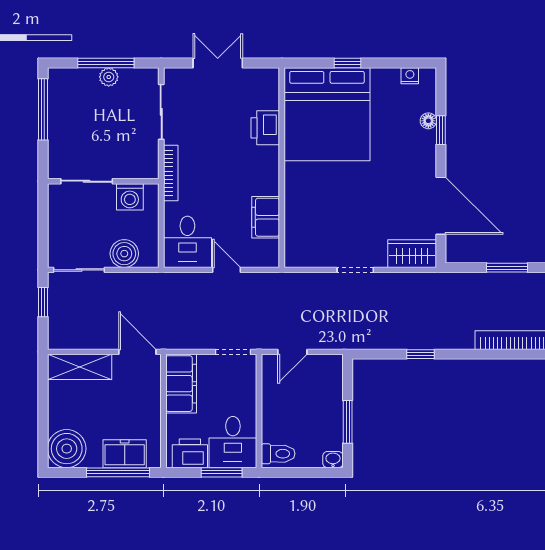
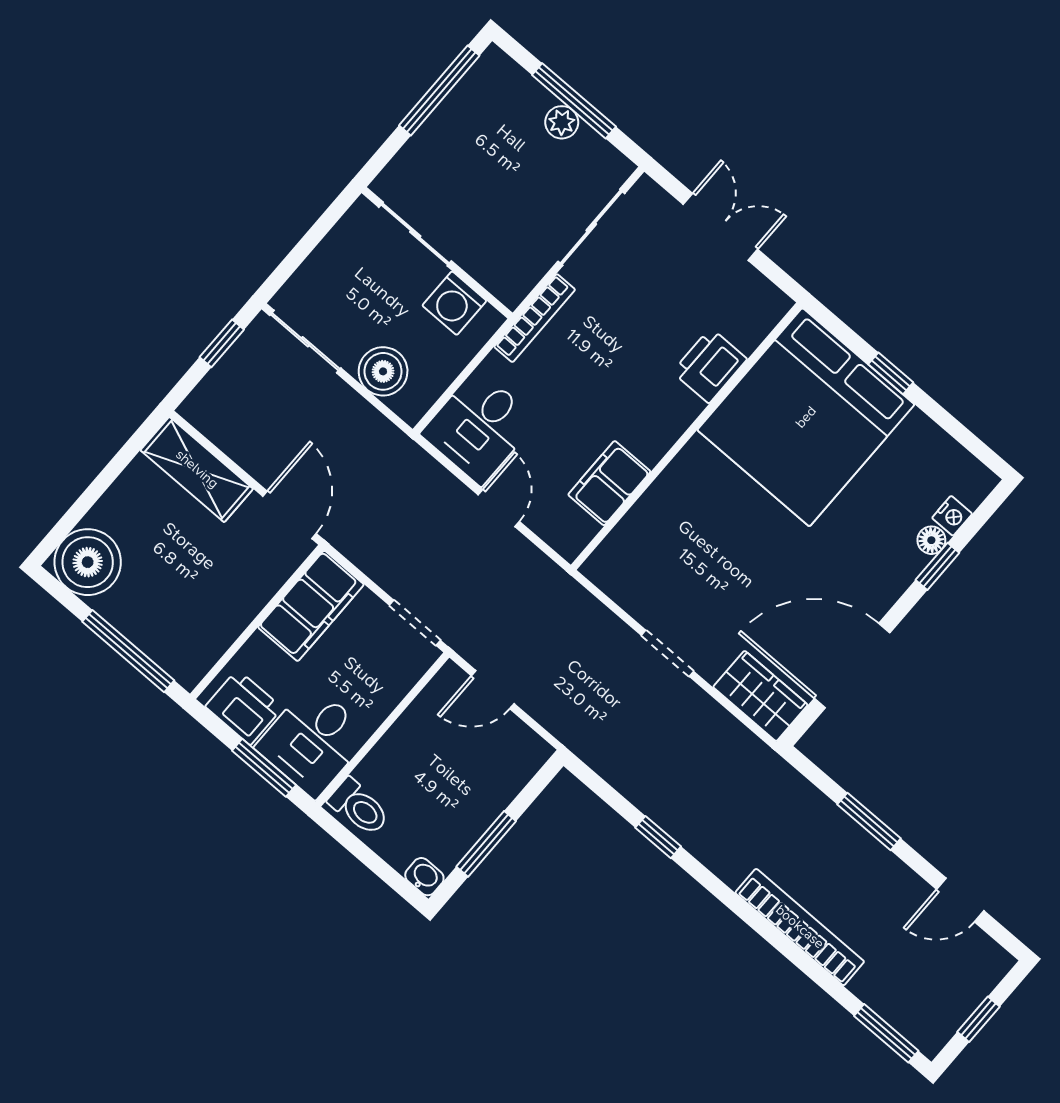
nightstand: (410, 76) -> (952, 516), moved, turned 90
door: (441, 206) -> (852, 666), swing flipped
freezer: (125, 454) -> (158, 634), removed

